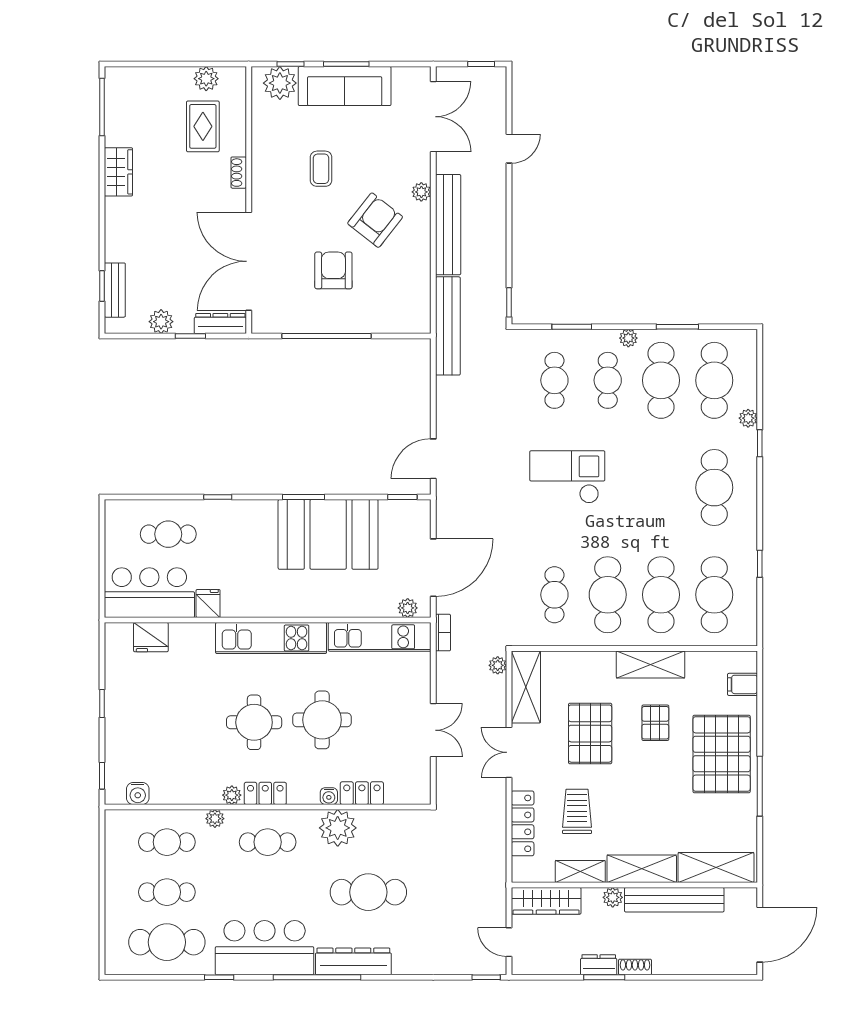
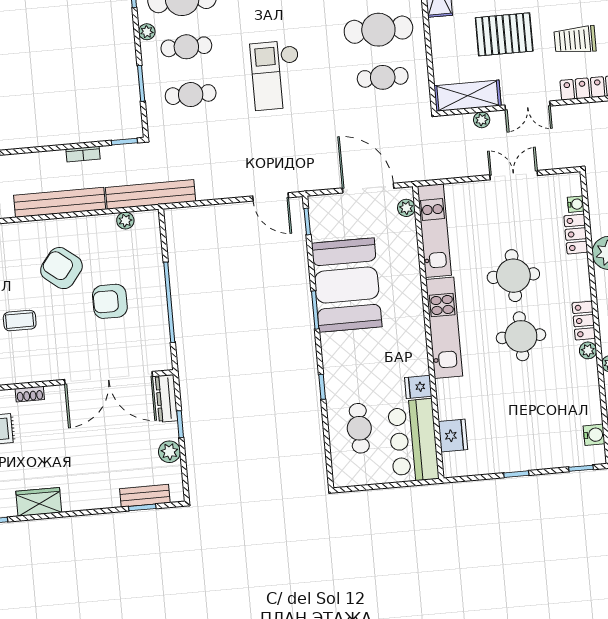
plant: (421, 192) -> (125, 221), moved
bookcase: (443, 633) -> (83, 154), moved, turned 180
plant: (498, 665) -> (482, 120), moved
water cooler: (329, 796) -> (576, 204), moved

